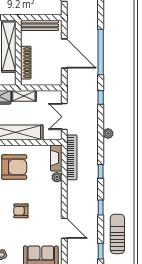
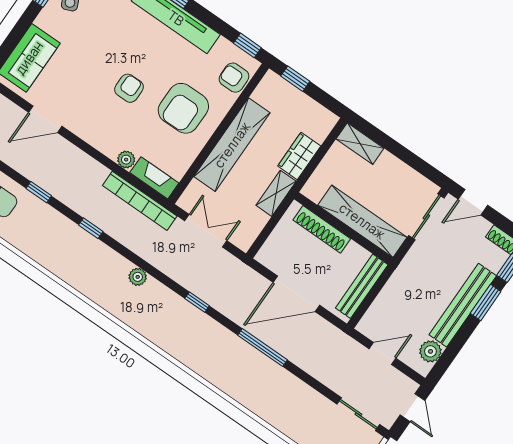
window: (101, 52) -> (262, 348), width x0.68
armchair: (21, 211) -> (129, 88), moved

